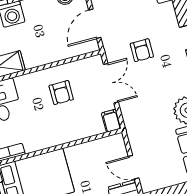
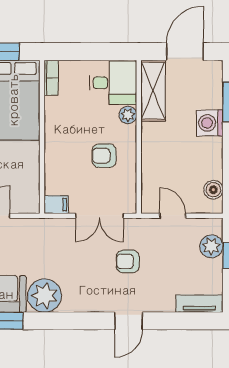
door: (95, 24) -> (173, 216), width x0.73
plant: (23, 82) -> (128, 115), added

